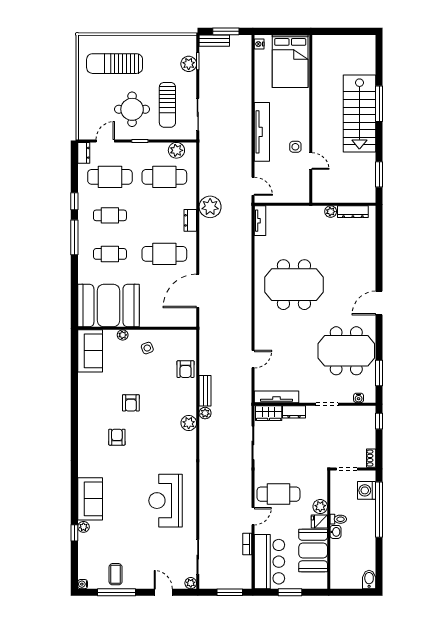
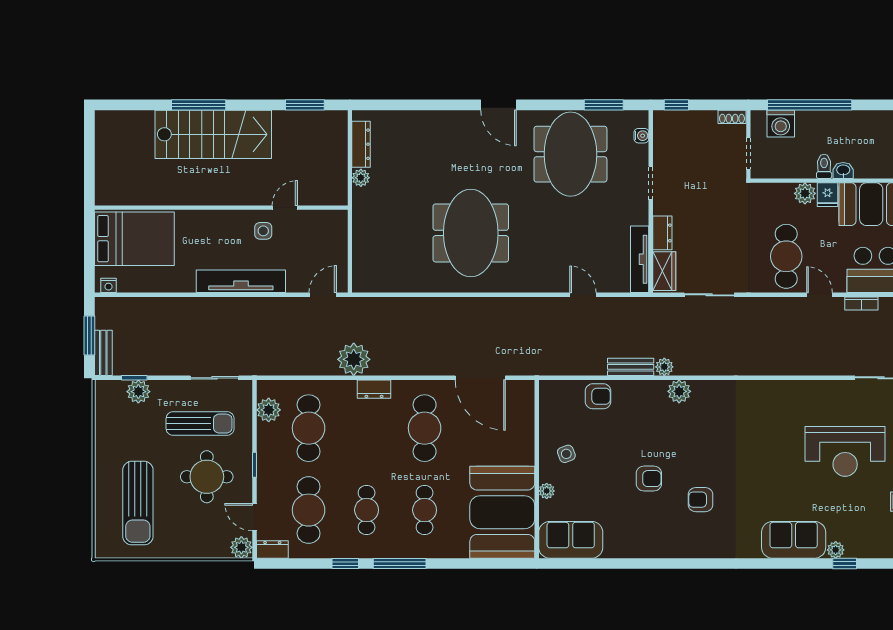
plant: (85, 132) -> (241, 547), added
tv unit: (260, 221) -> (374, 284), removed
reception desk: (166, 501) -> (845, 451), moved

